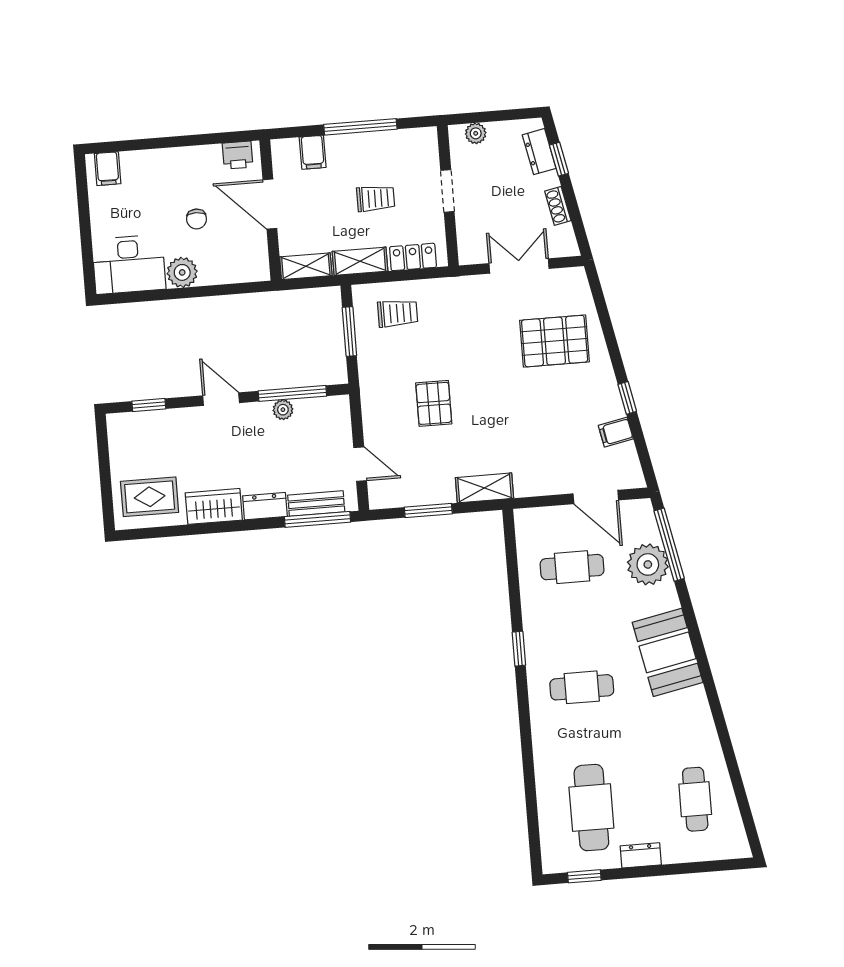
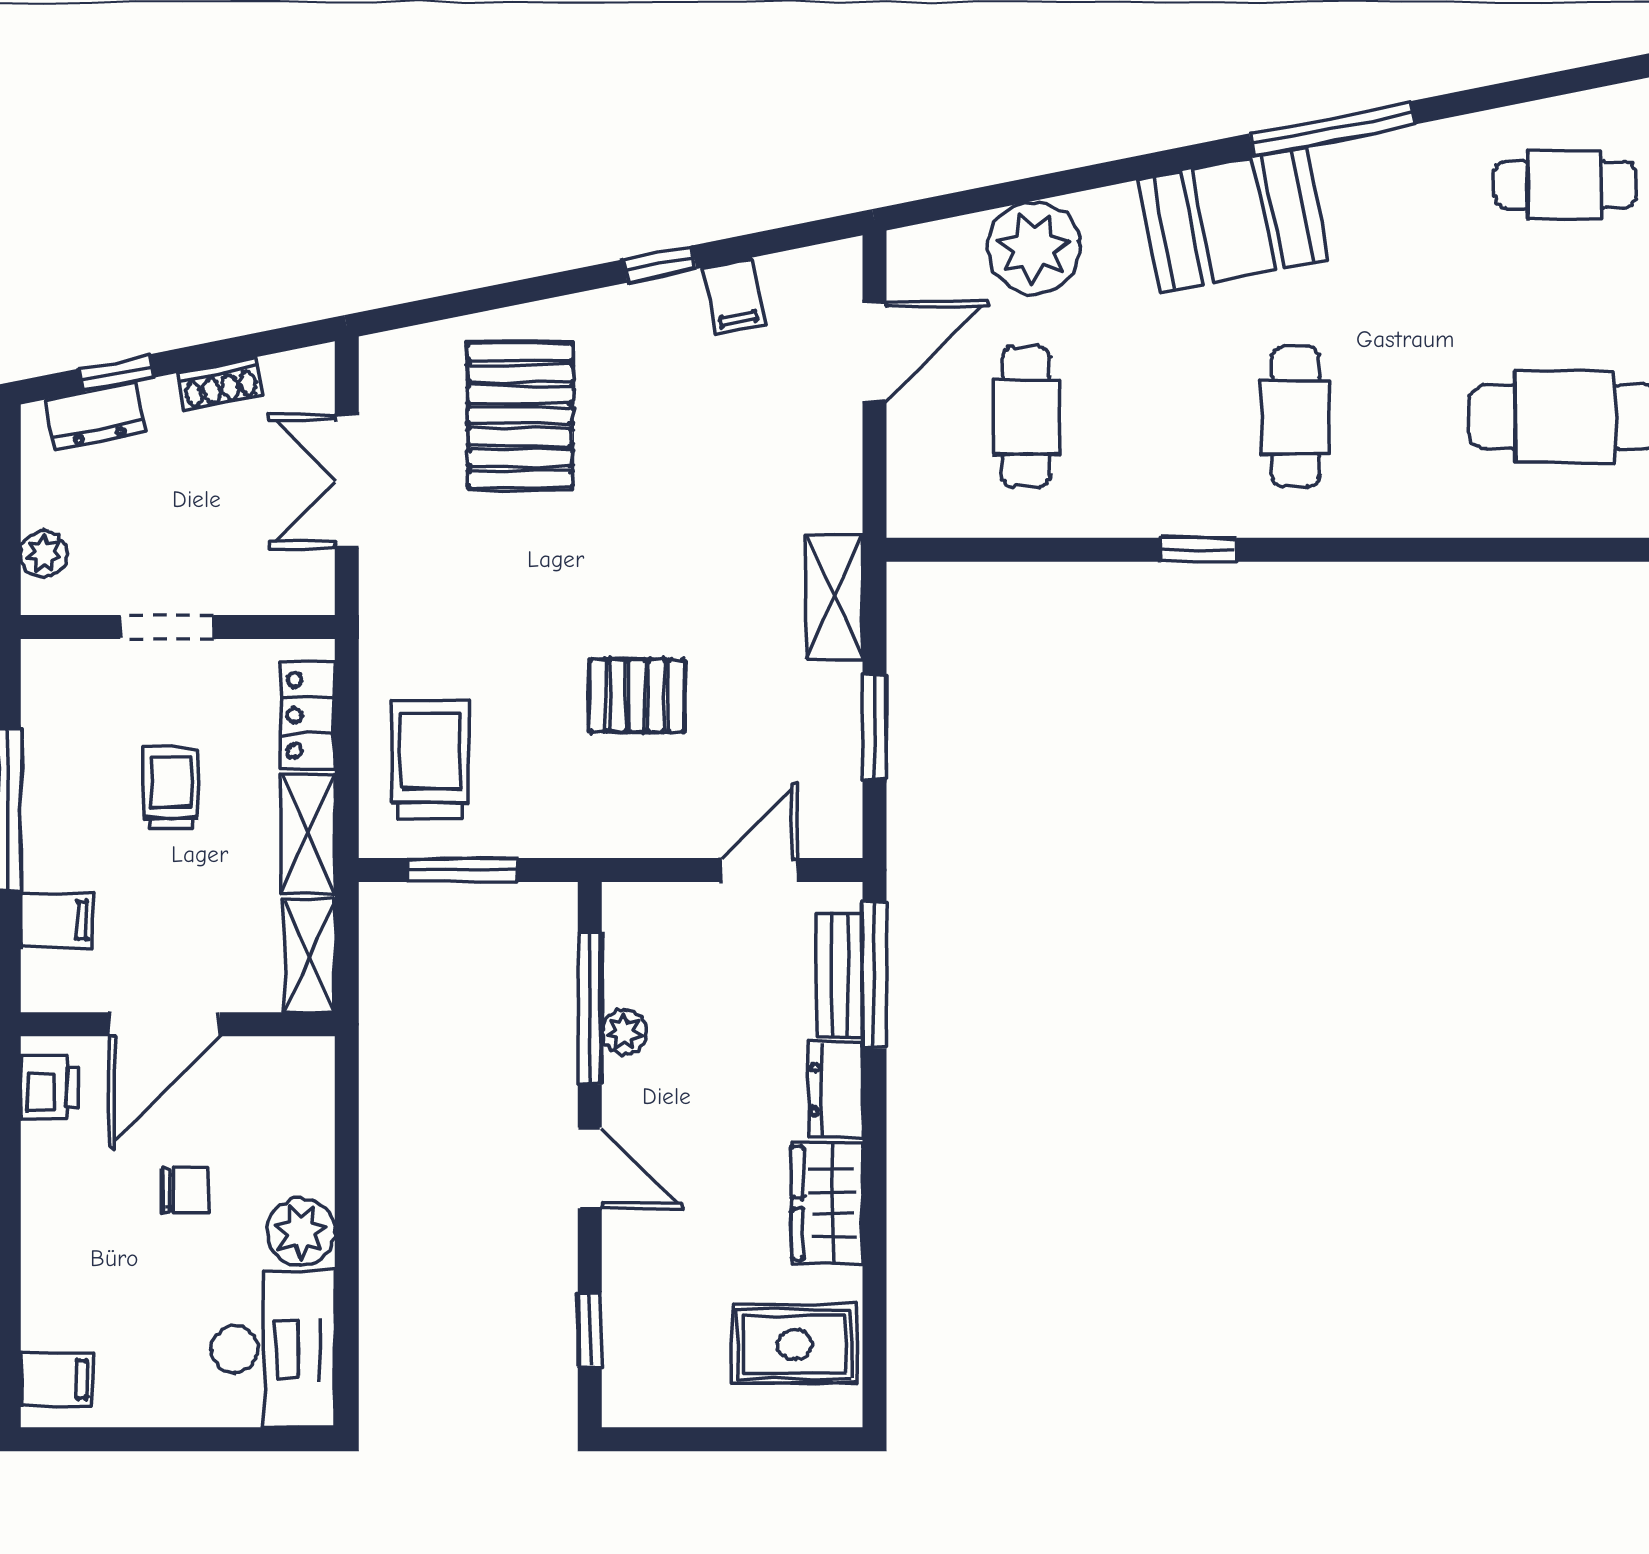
trolley: (398, 313) -> (430, 760), width x1.36, depth x1.39
door: (221, 399) -> (590, 1168), swing flipped
rug: (150, 497) -> (794, 1344), turned 90
window: (669, 545) -> (1332, 129), moved

